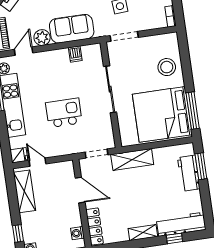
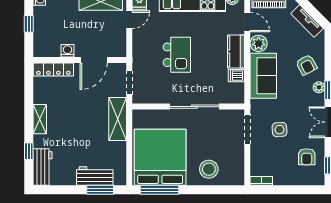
kitchen counter: (53, 58) -> (236, 52), added
workbench: (181, 224) -> (43, 167), width x0.73
washing machine: (77, 233) -> (67, 51), moved

